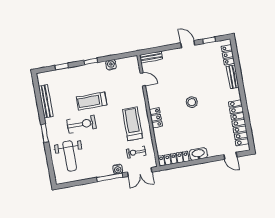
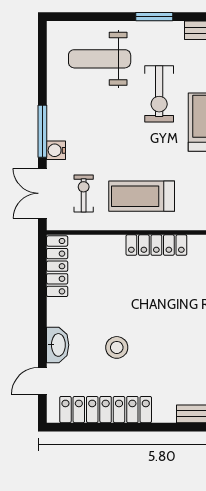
stool: (192, 102) -> (117, 347), moved
locker: (156, 118) -> (156, 245), width x1.53
treadmill: (132, 124) -> (142, 196), turned 180
washbasin: (198, 154) -> (58, 345), moved

